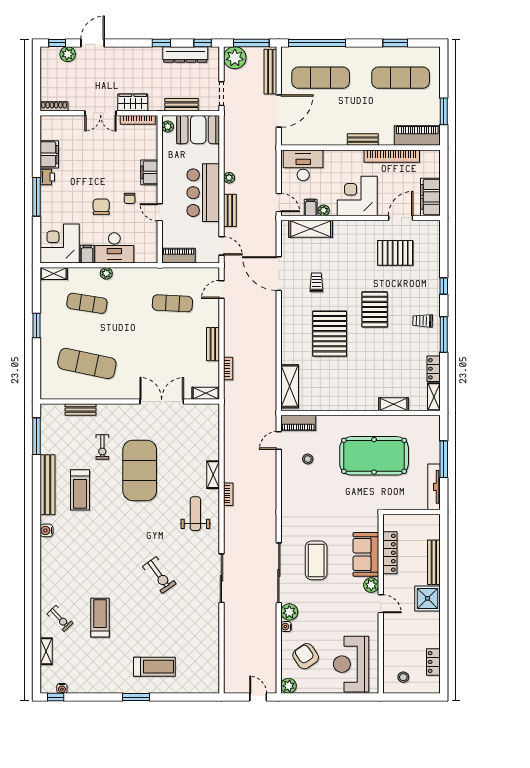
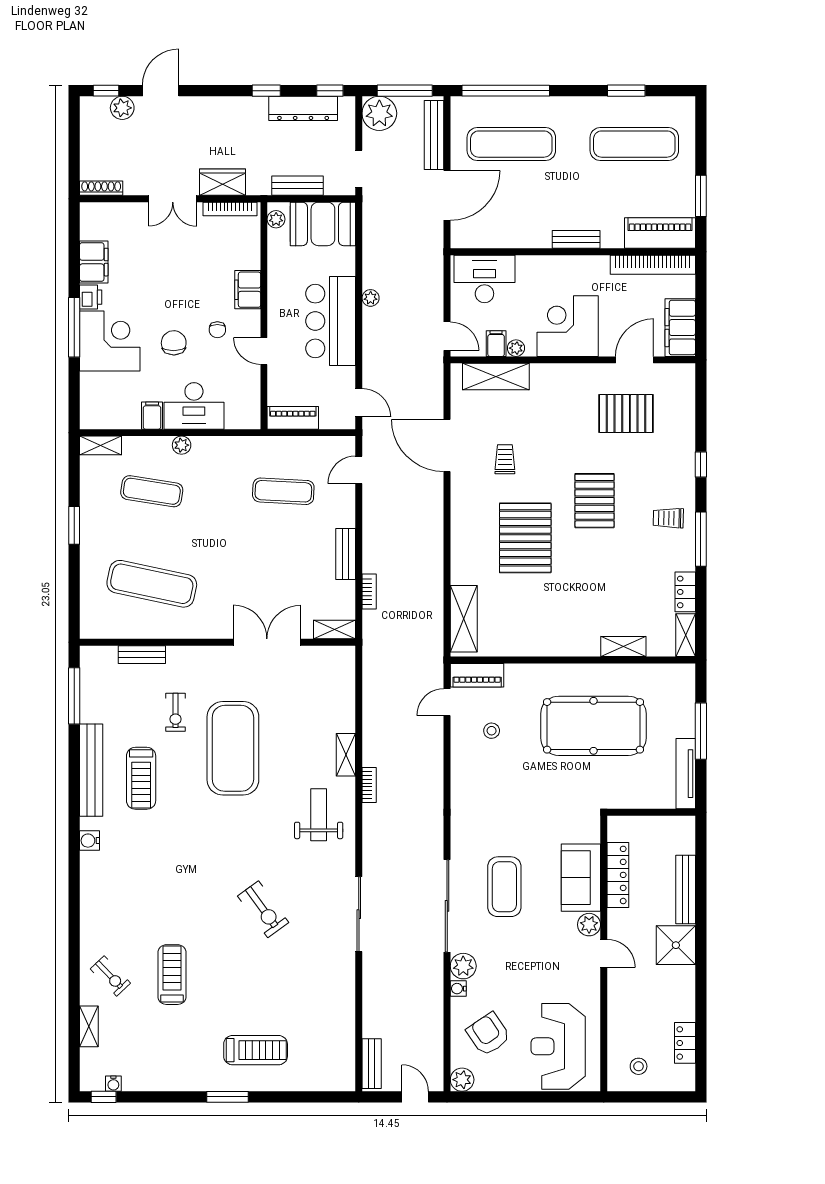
bookcase: (392, 156) -> (653, 265), moved
bench: (230, 210) -> (372, 1064), moved
corner desk: (60, 244) -> (110, 341), moved, turned 90

